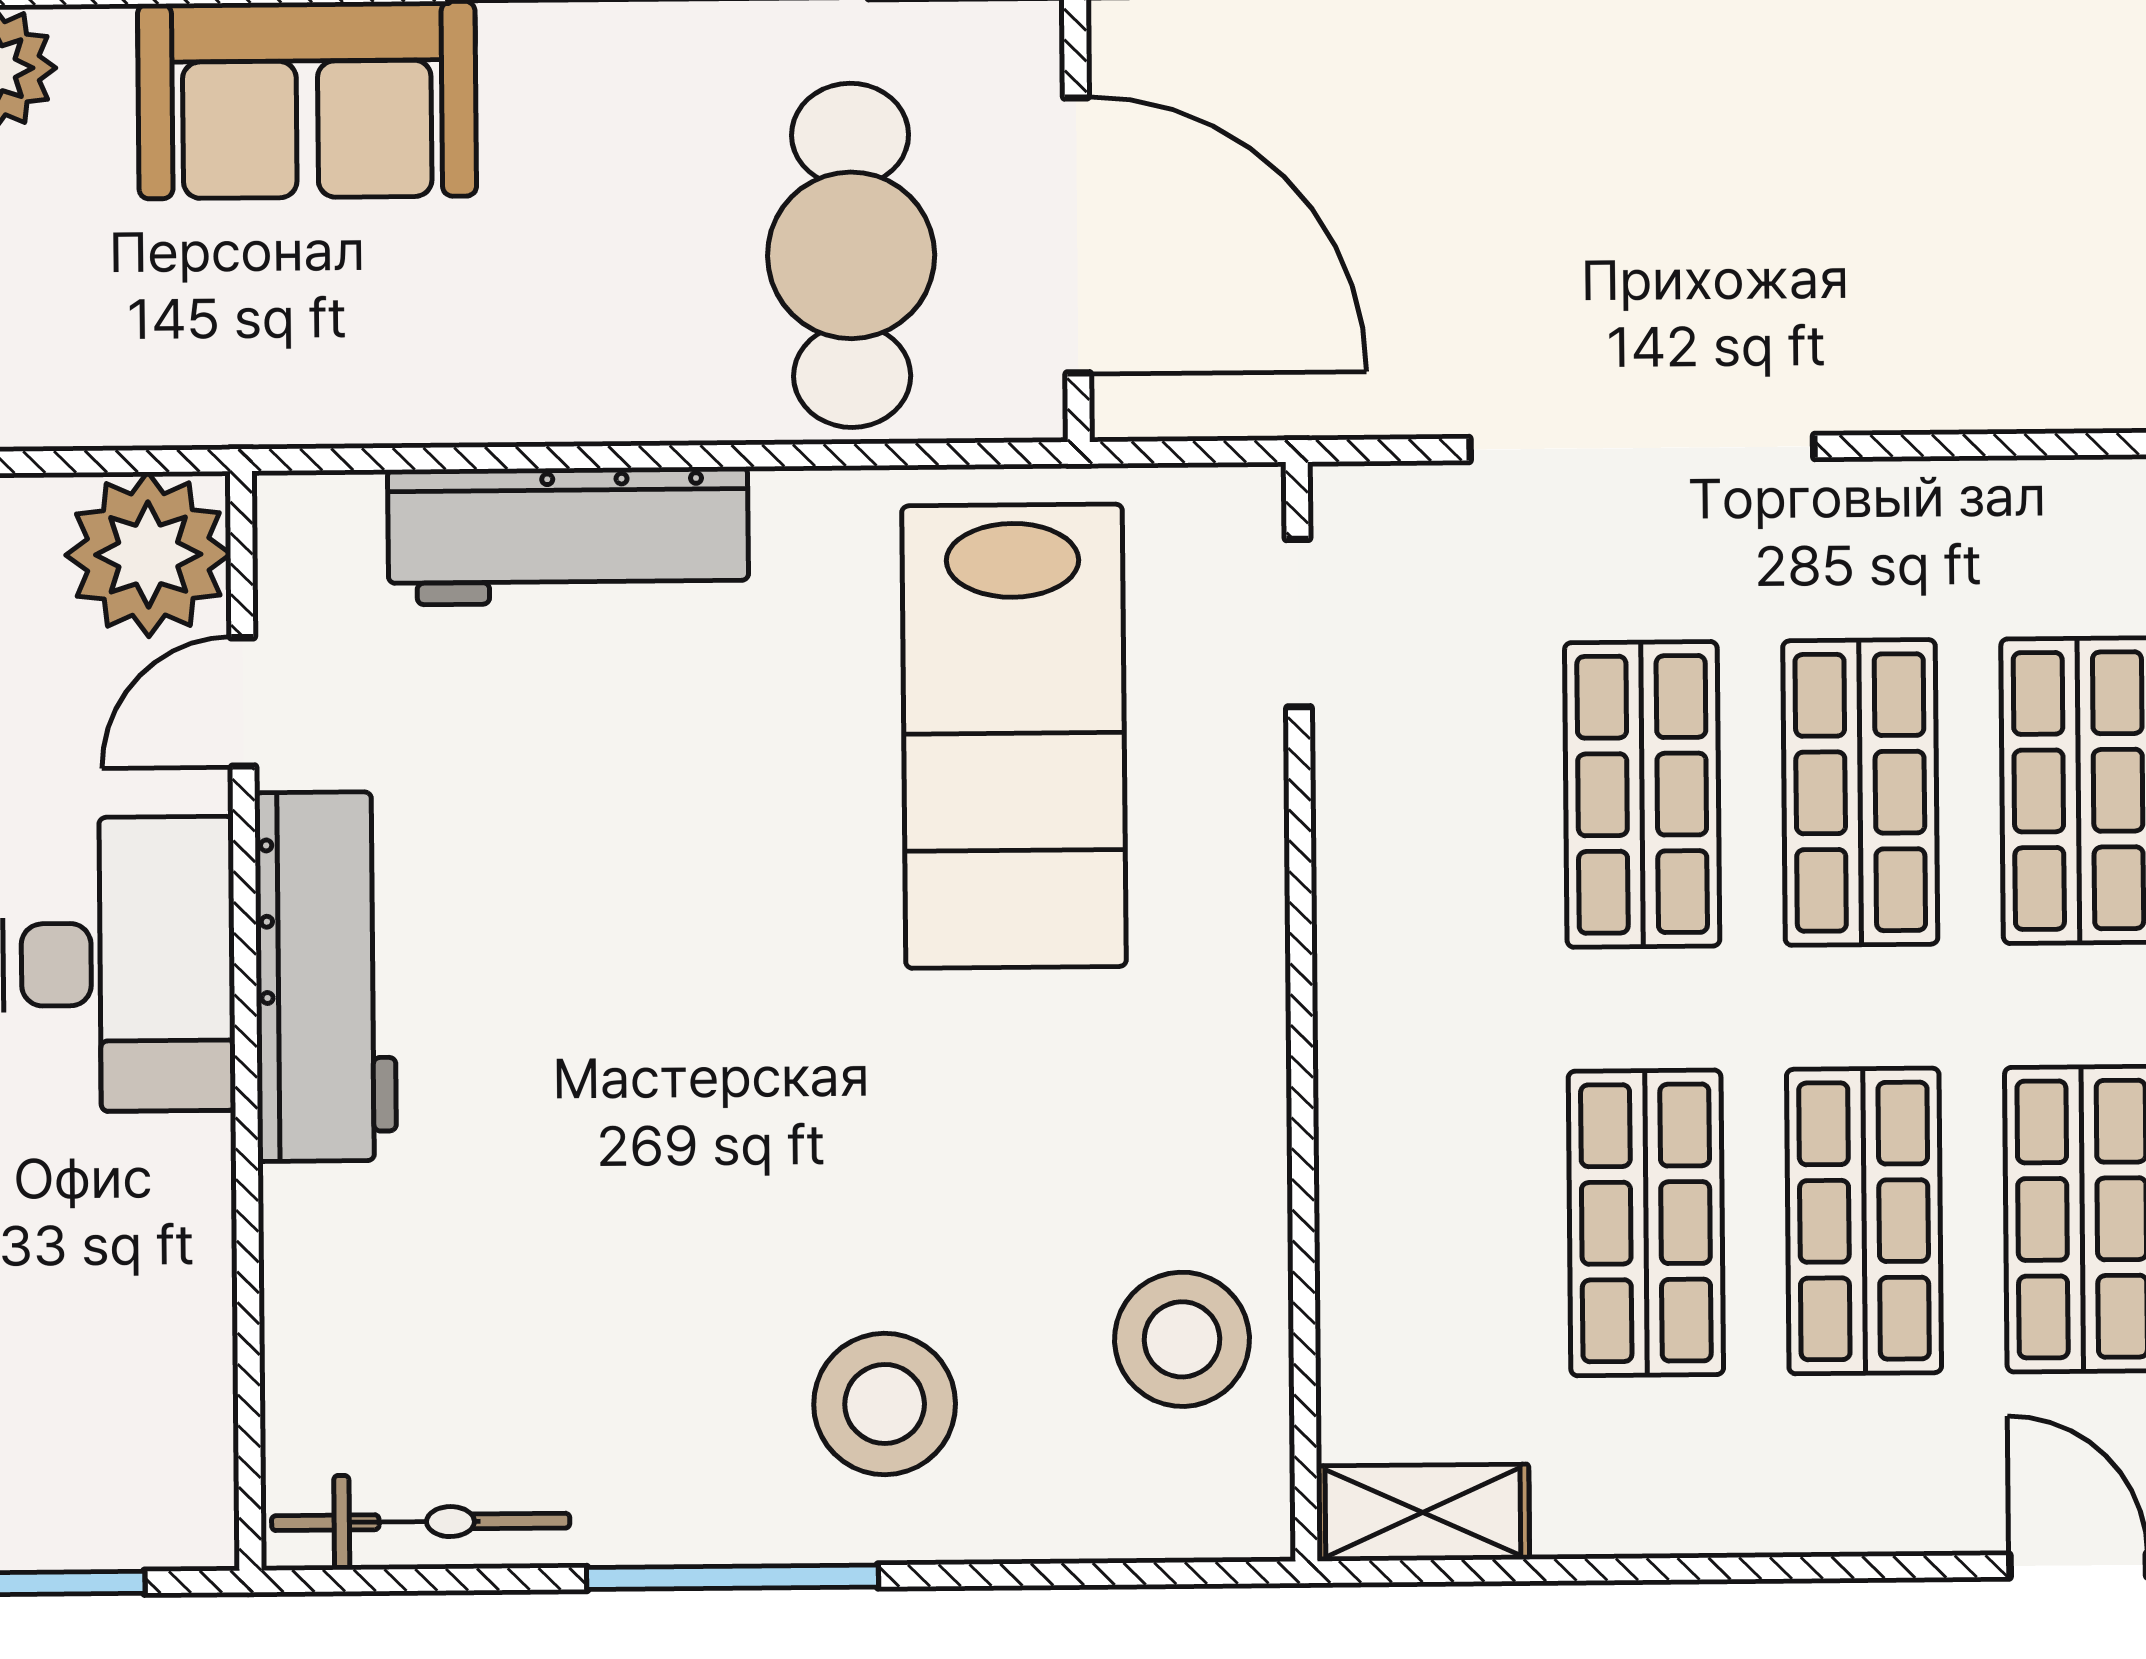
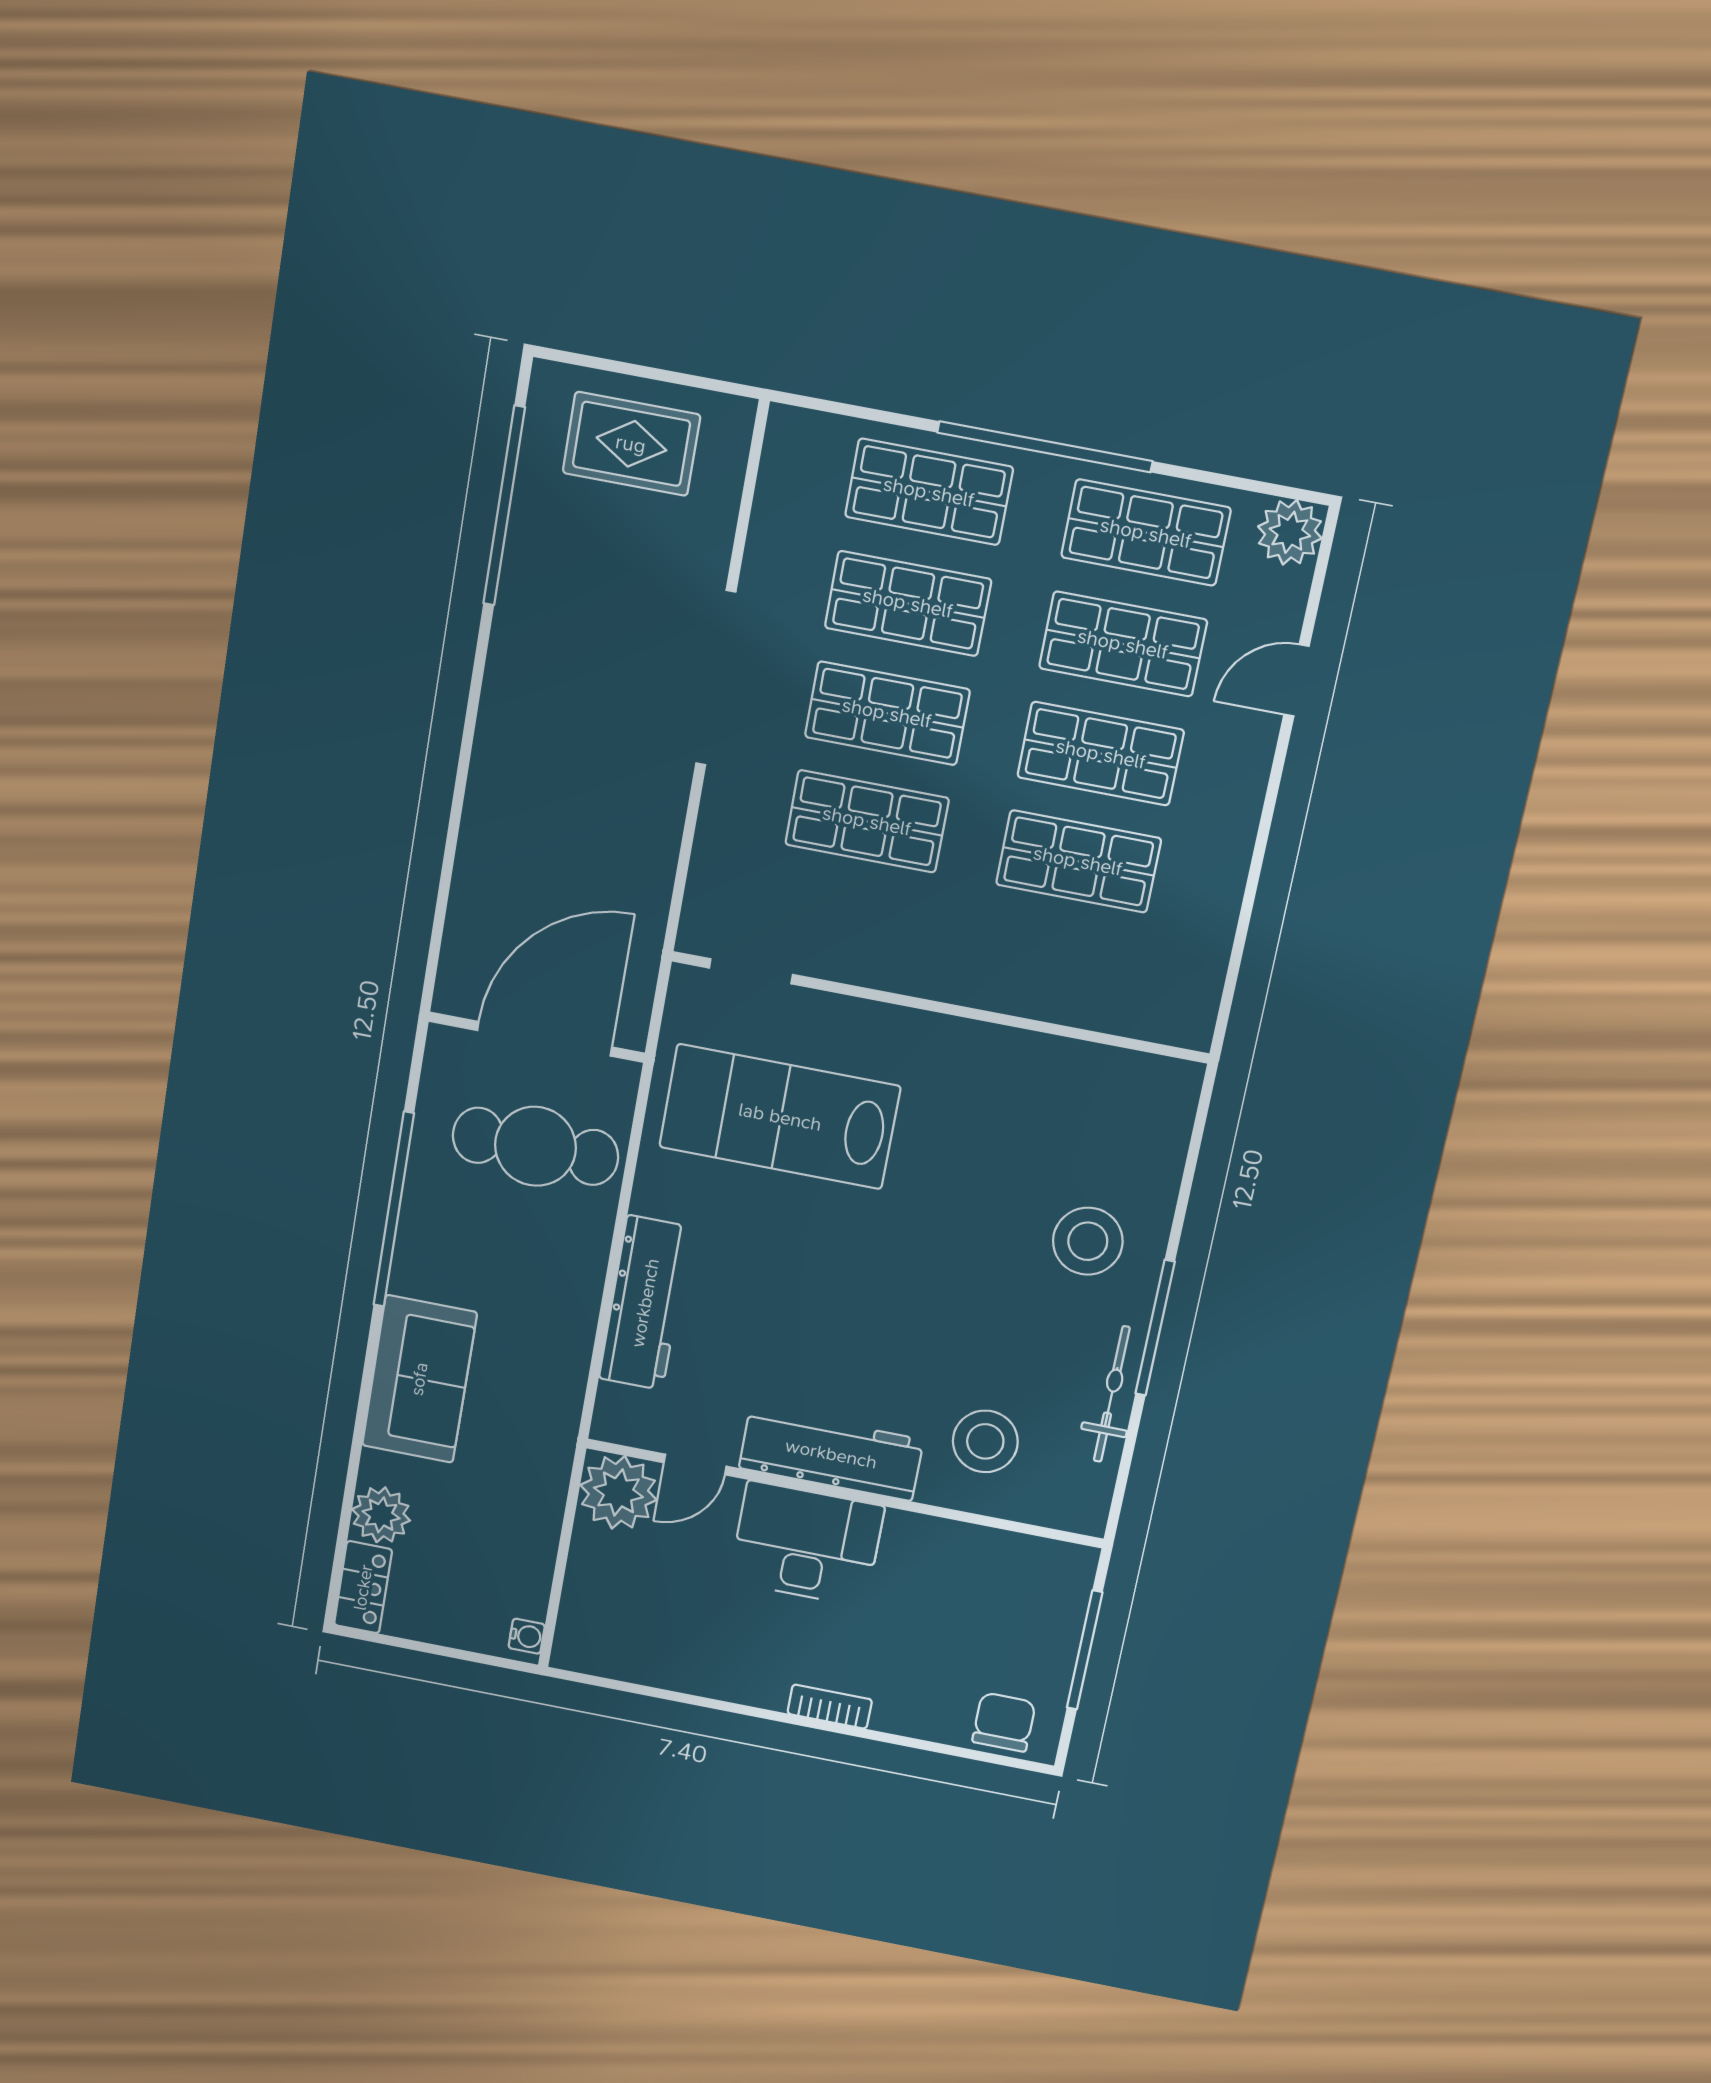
doorway: (1642, 448) -> (716, 678), moved
door: (243, 702) -> (695, 1464), hinge flipped
lab bench: (1014, 736) -> (780, 1117), turned 180
stool: (1182, 1339) -> (985, 1441), moved
shelving: (1423, 1513) -> (1197, 998), removed
bicycle: (421, 1522) -> (1112, 1394), moved

